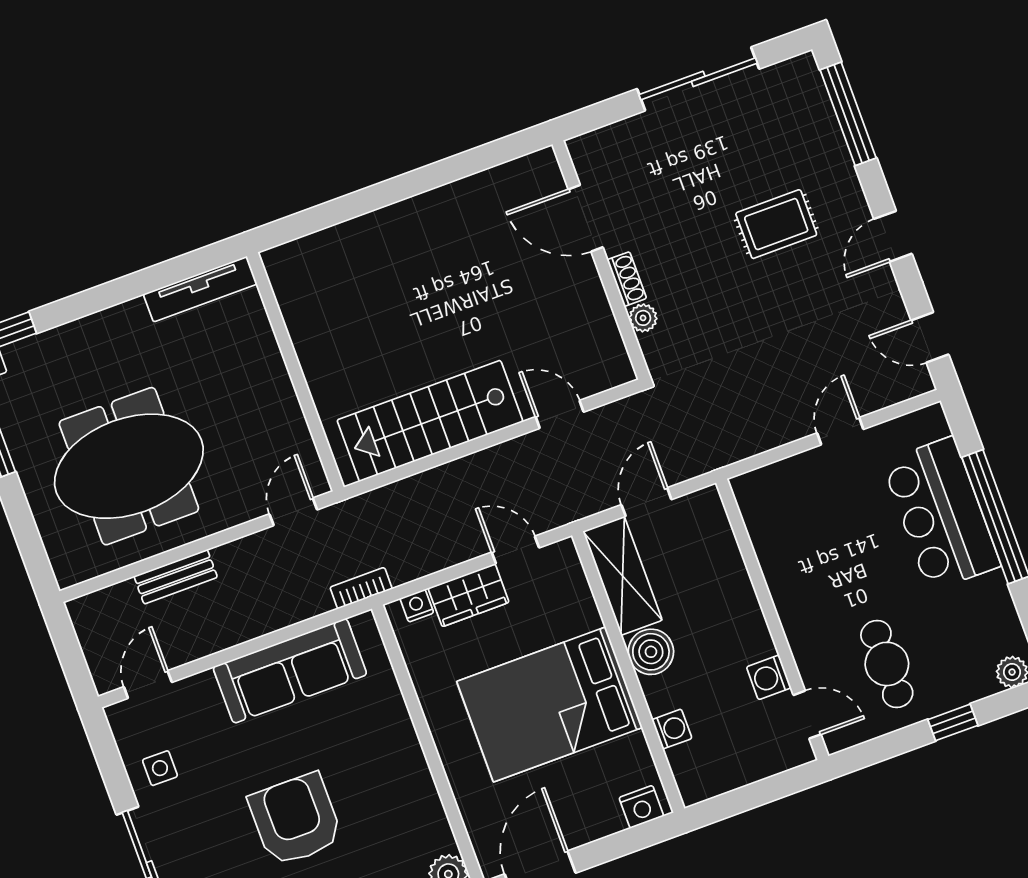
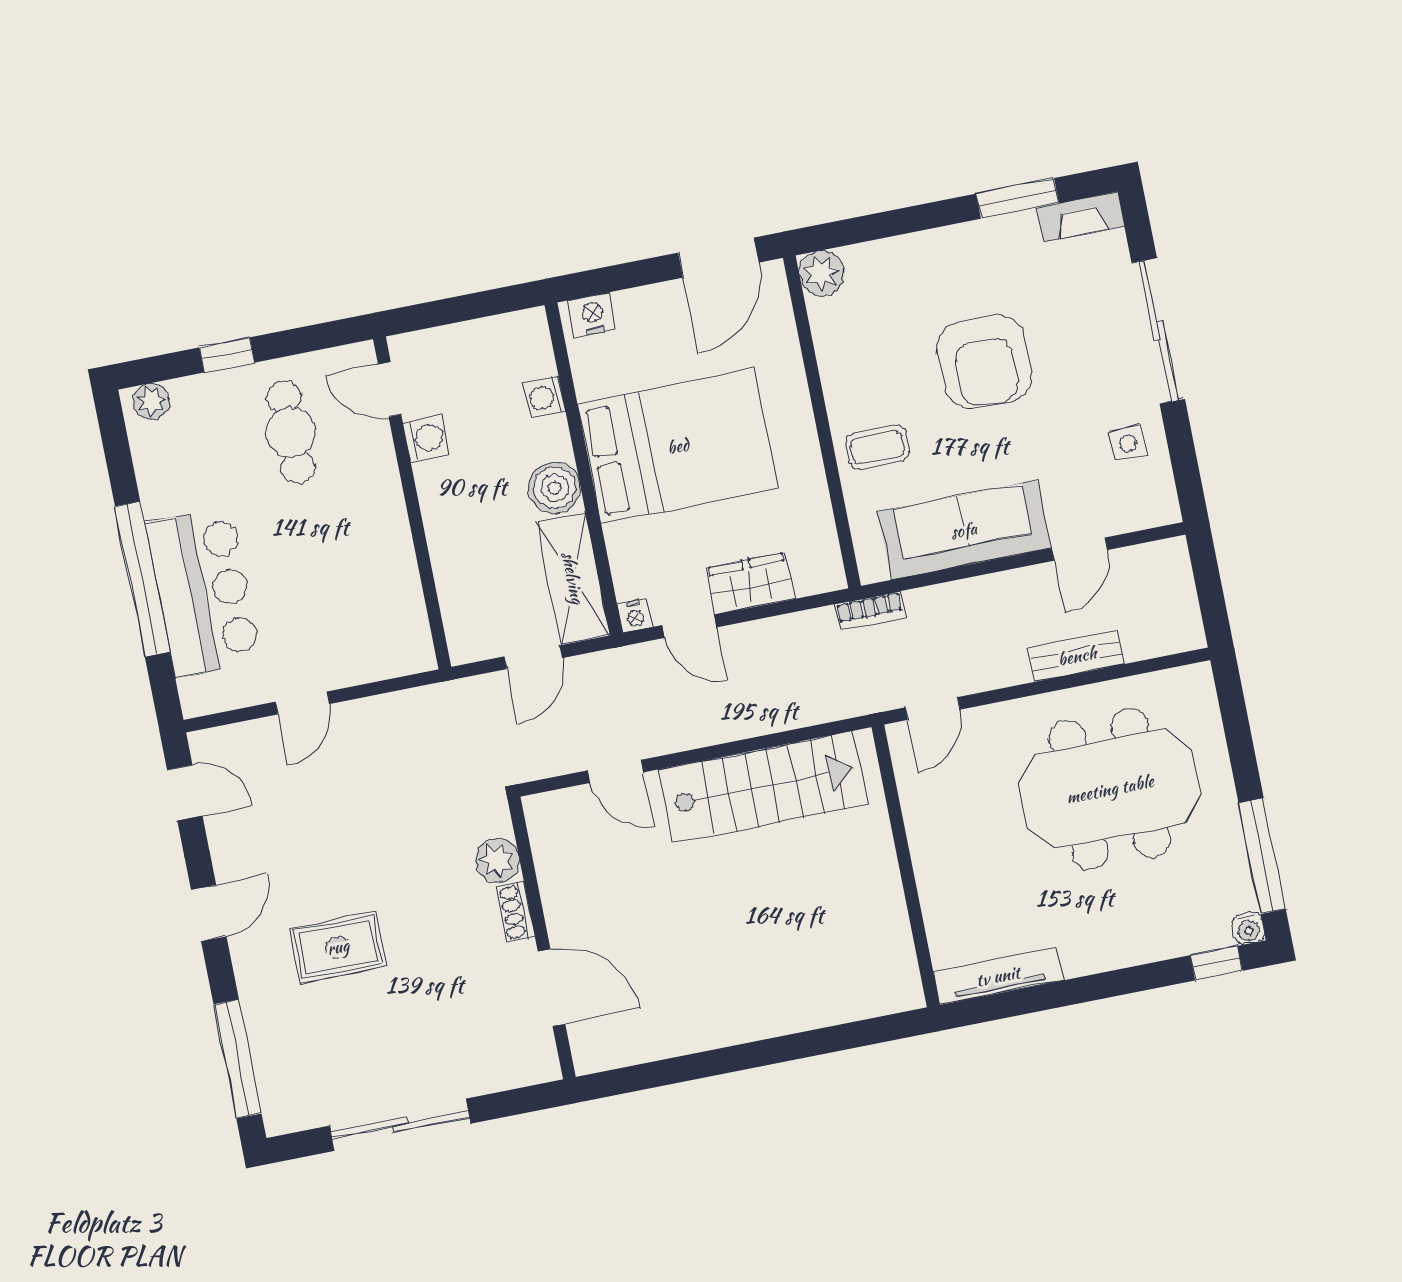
plant: (643, 318) -> (497, 860), width x1.38, depth x1.38
nightstand: (417, 606) -> (635, 616), moved
door: (148, 685) -> (1079, 549), moved
coffee table: (377, 731) -> (877, 447), added

